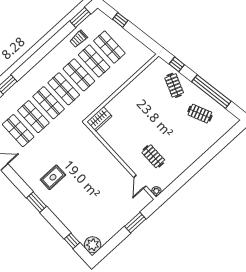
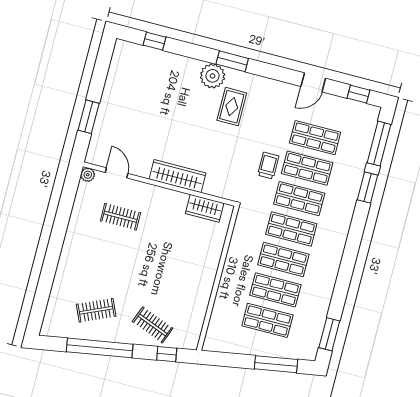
window: (120, 20) -> (276, 364), width x2.17
trolley: (79, 39) -> (268, 166), moved
wardrobe: (99, 119) -> (205, 208), moved, turned -90
wardrobe: (107, 158) -> (177, 176), added
plant: (93, 245) -> (213, 76), moved

